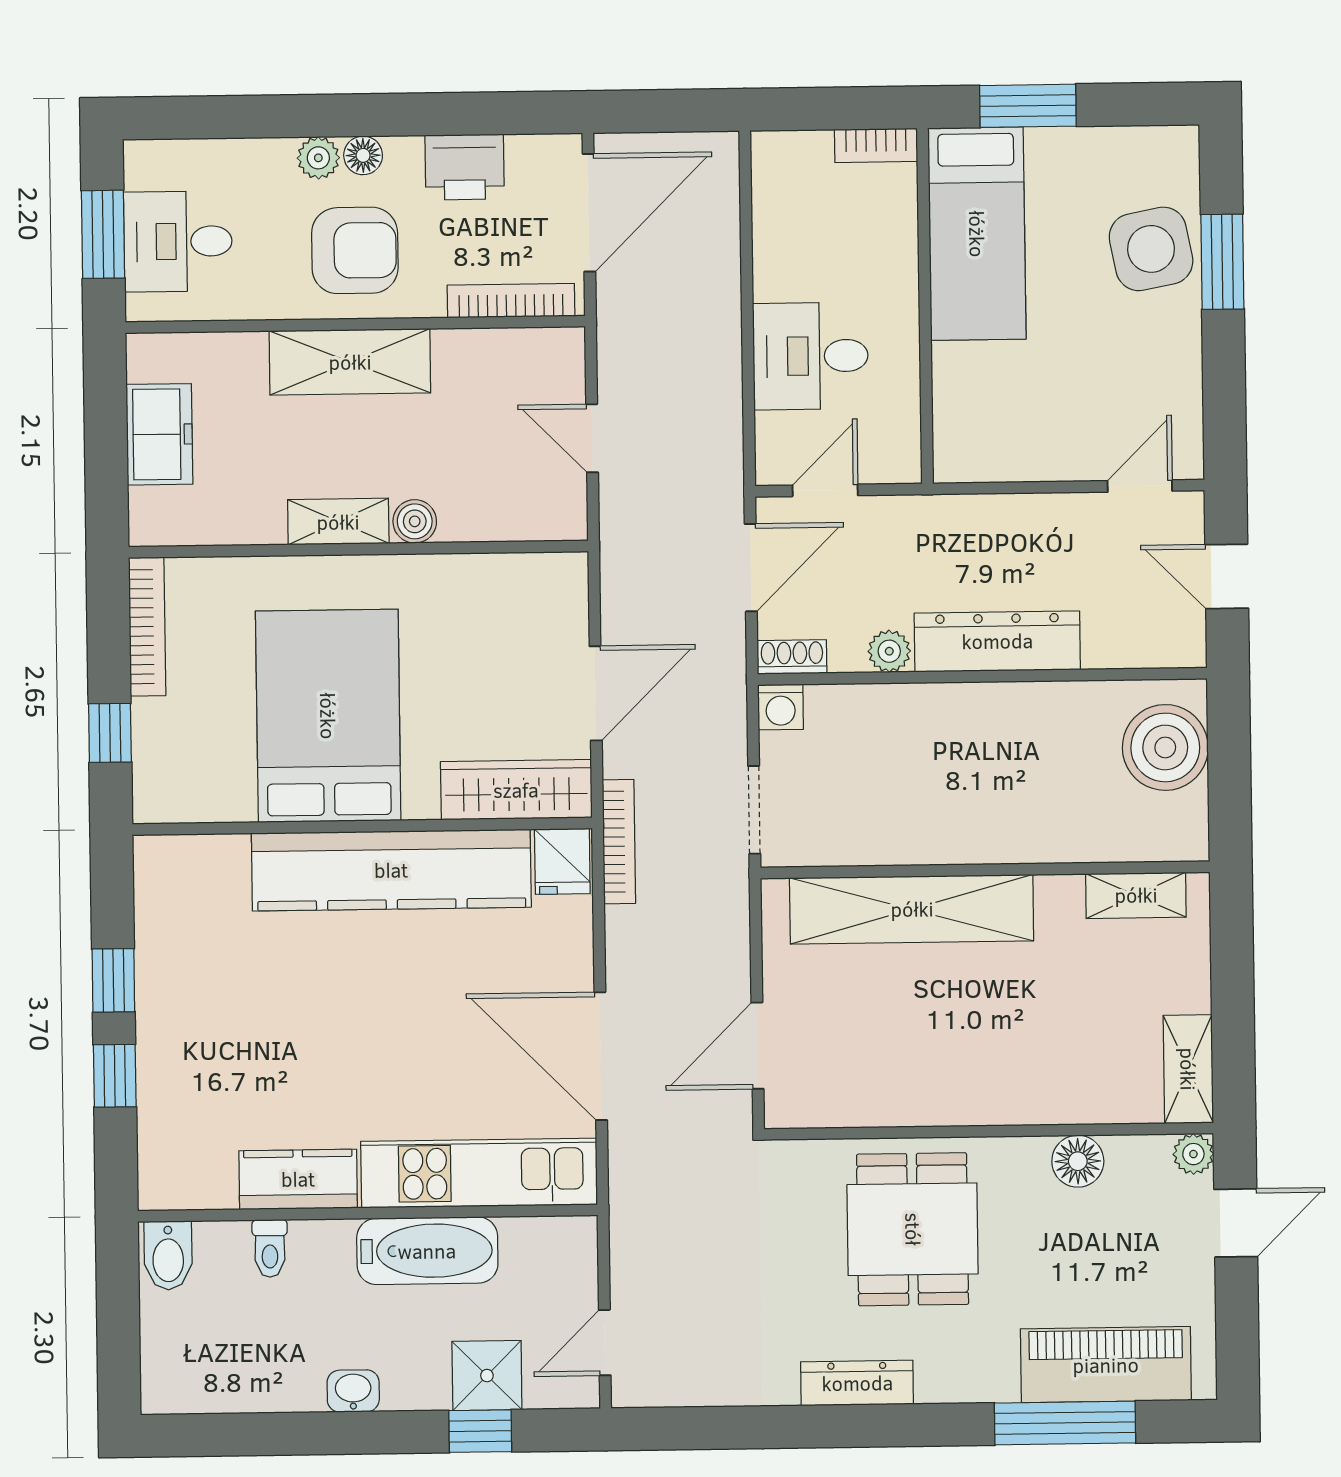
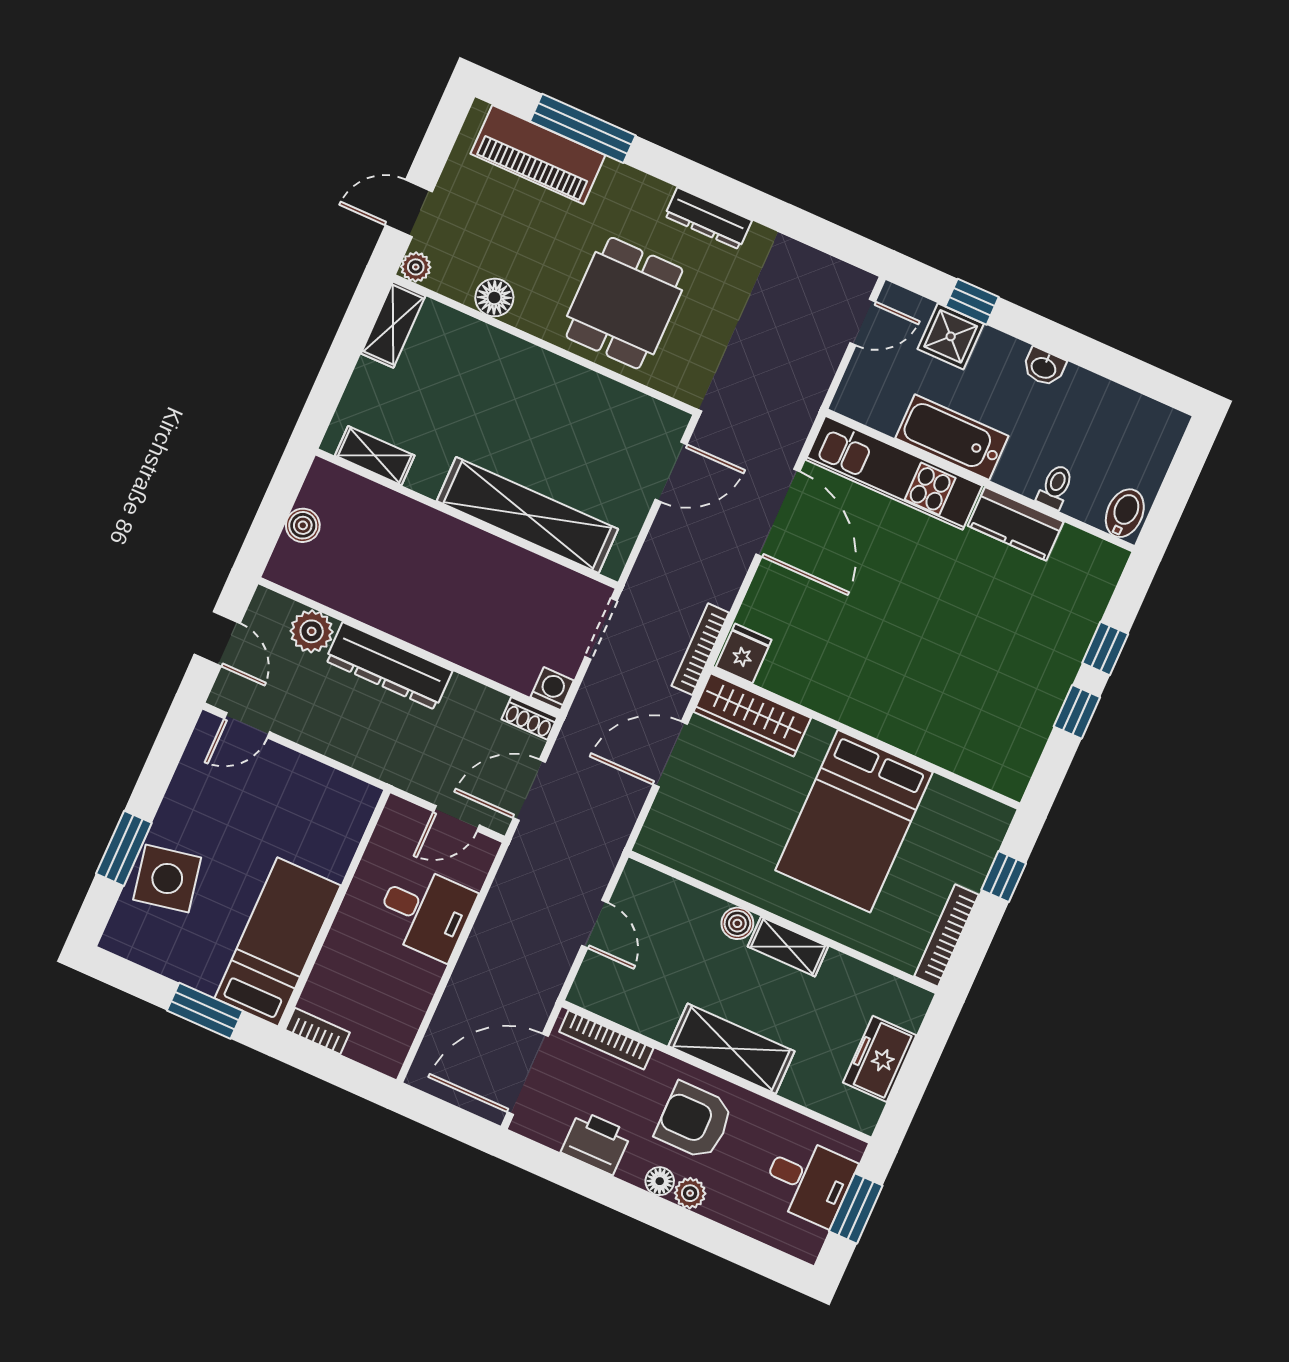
plant: (889, 651) -> (312, 631), moved, width x1.38, depth x1.38
boiler: (1165, 747) -> (303, 525), width x0.54, depth x0.54
kitchen counter: (391, 870) -> (859, 700), removed

